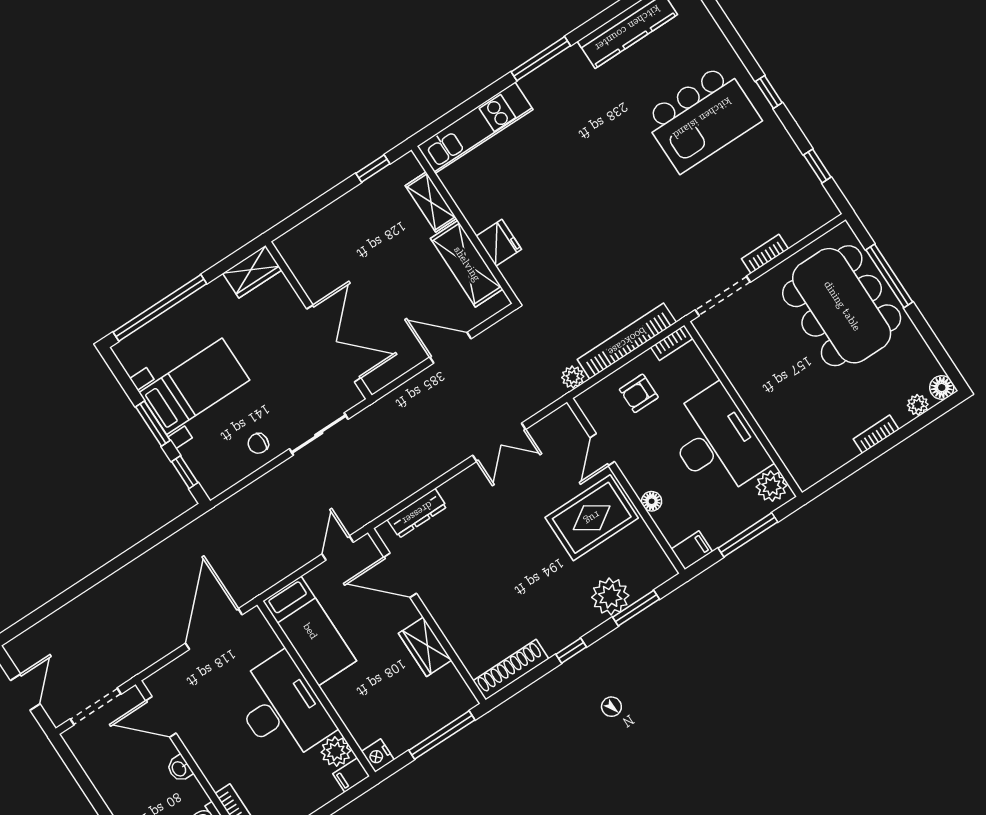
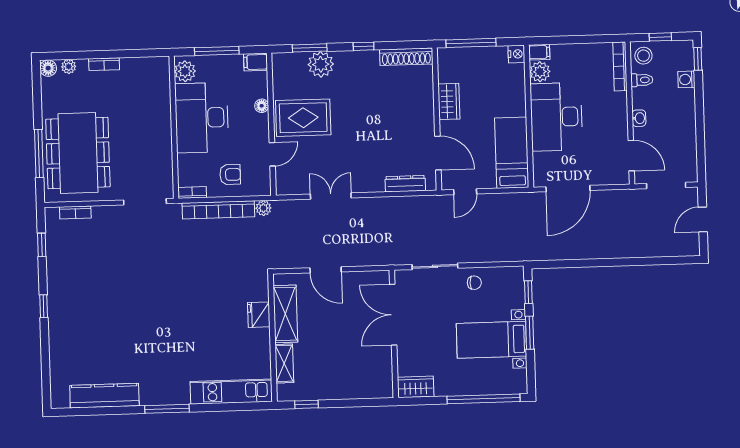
kitchen island: (702, 118) -> (93, 315), removed
bookcase: (765, 254) -> (75, 212), moved

